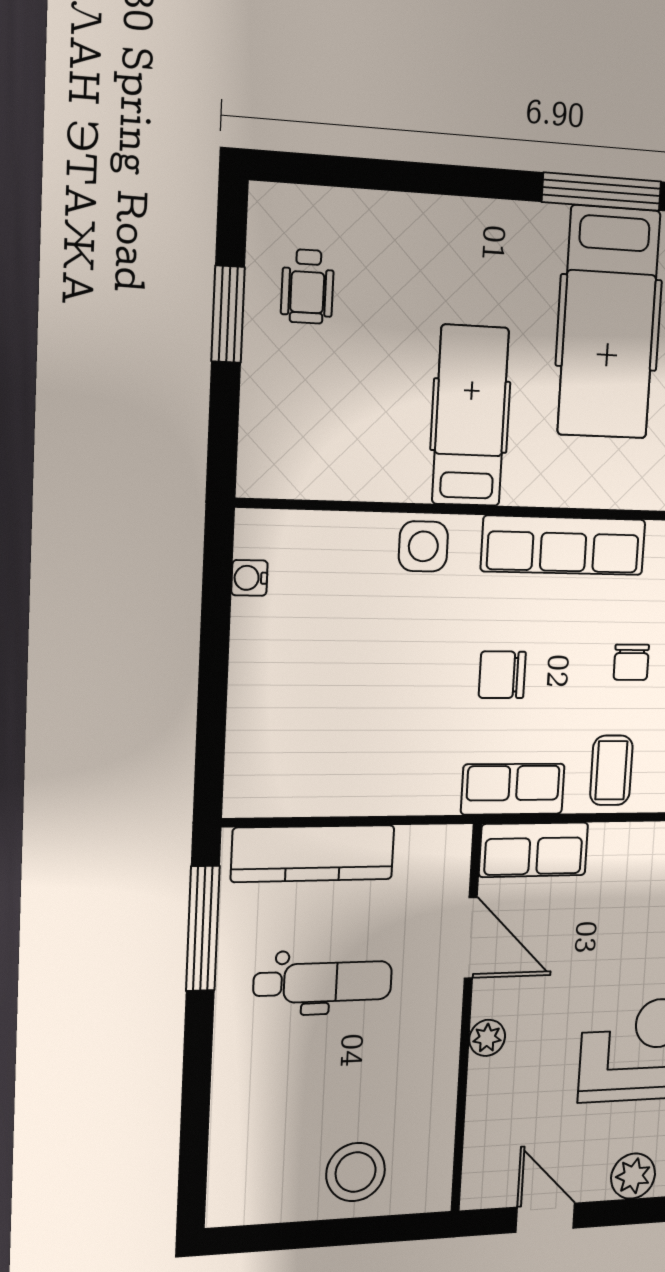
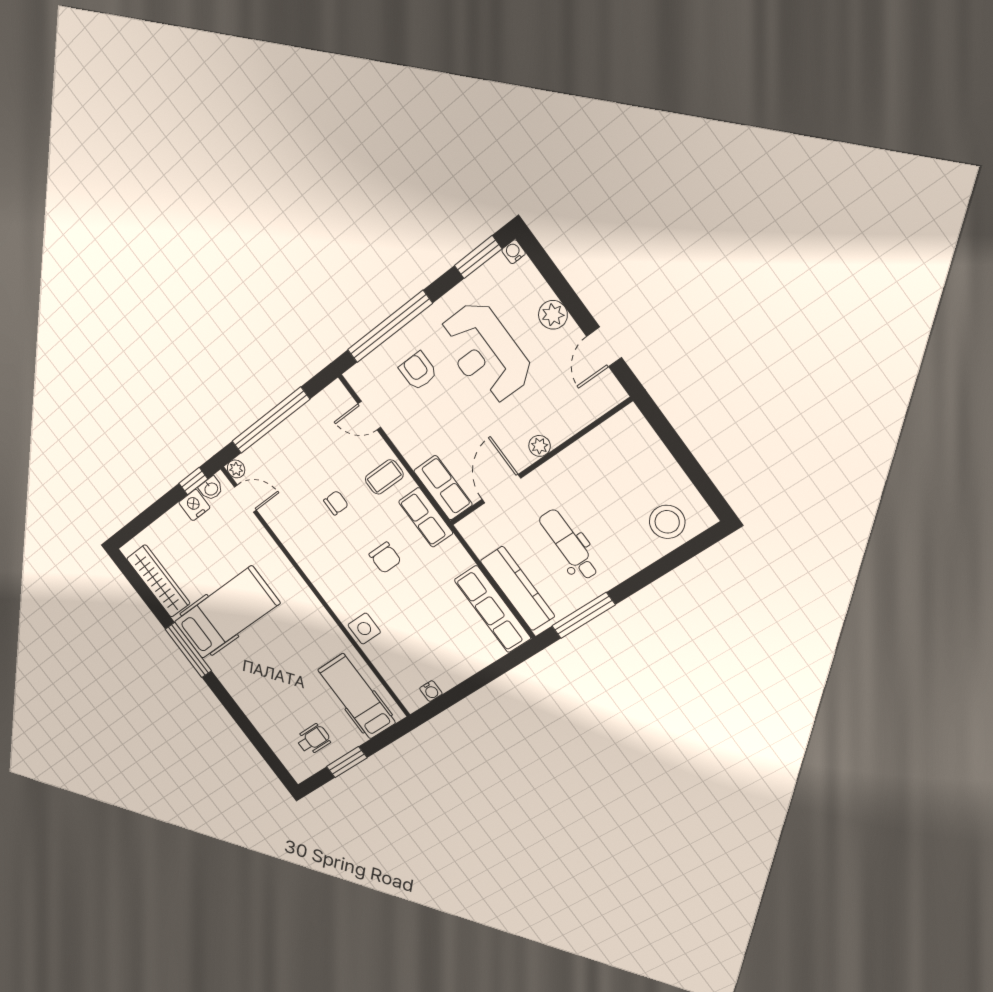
hospital bed: (470, 416) -> (357, 696), moved, turned 90
row of seats: (564, 545) -> (493, 609), moved, turned 180
stool: (356, 1172) -> (667, 522), moved

